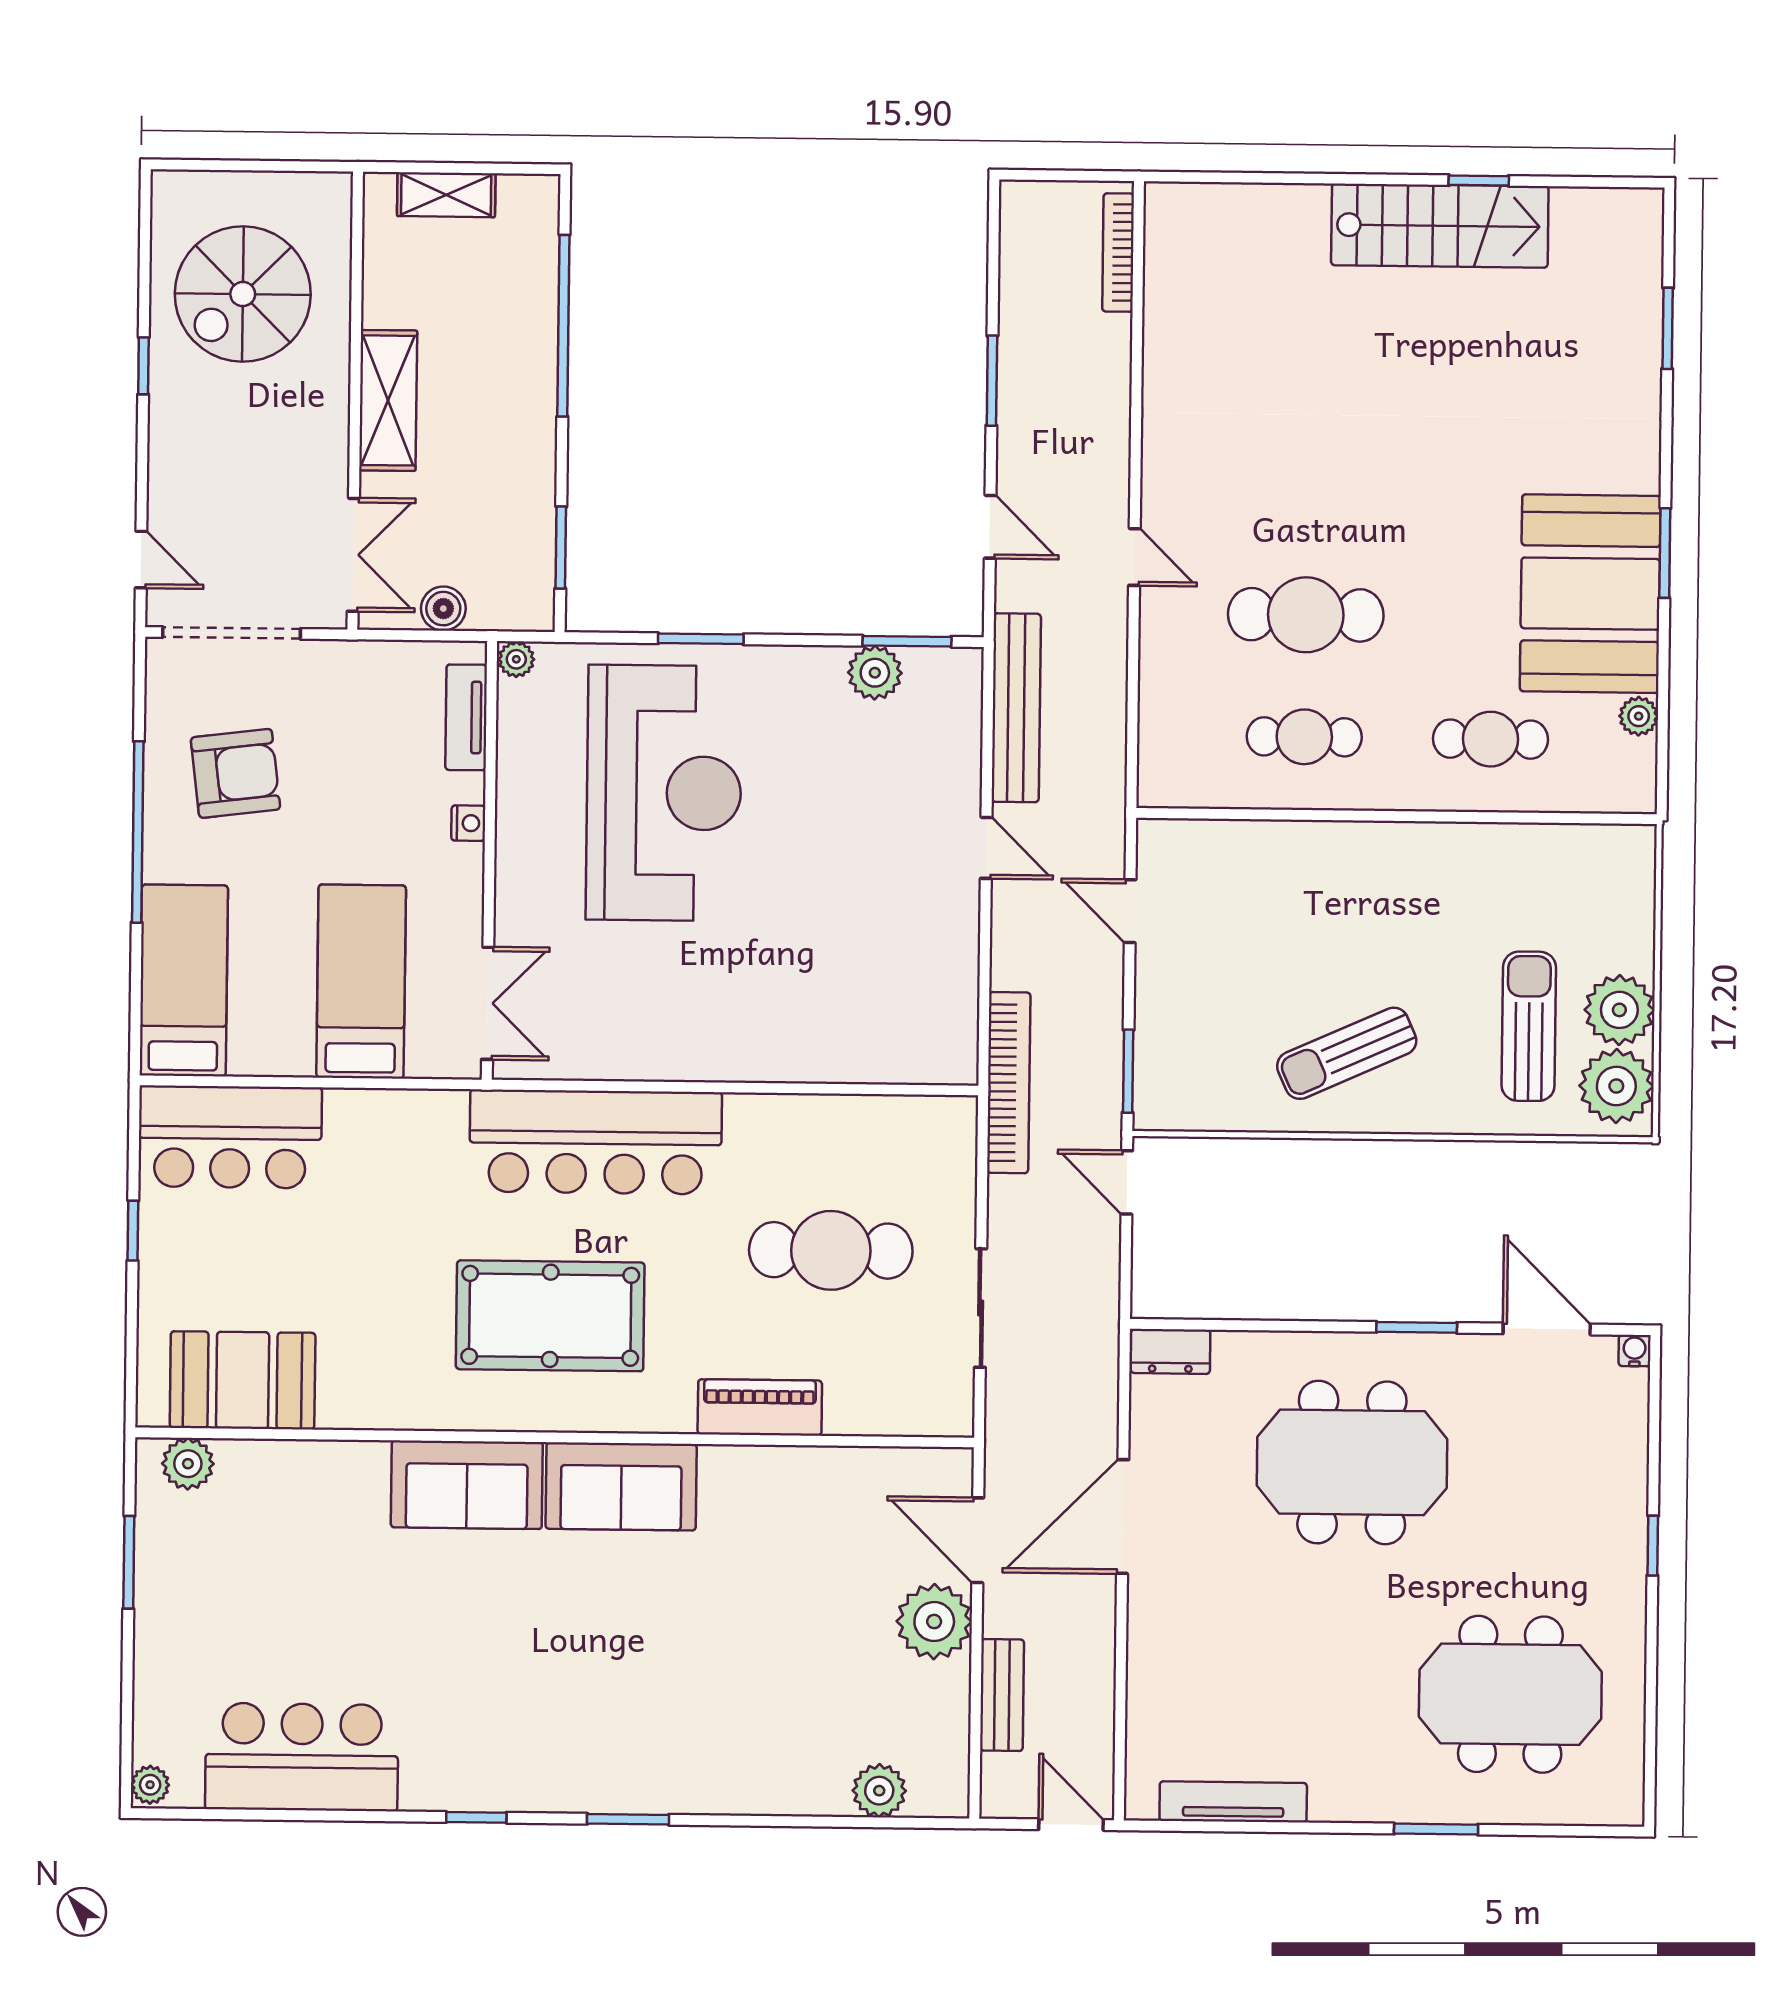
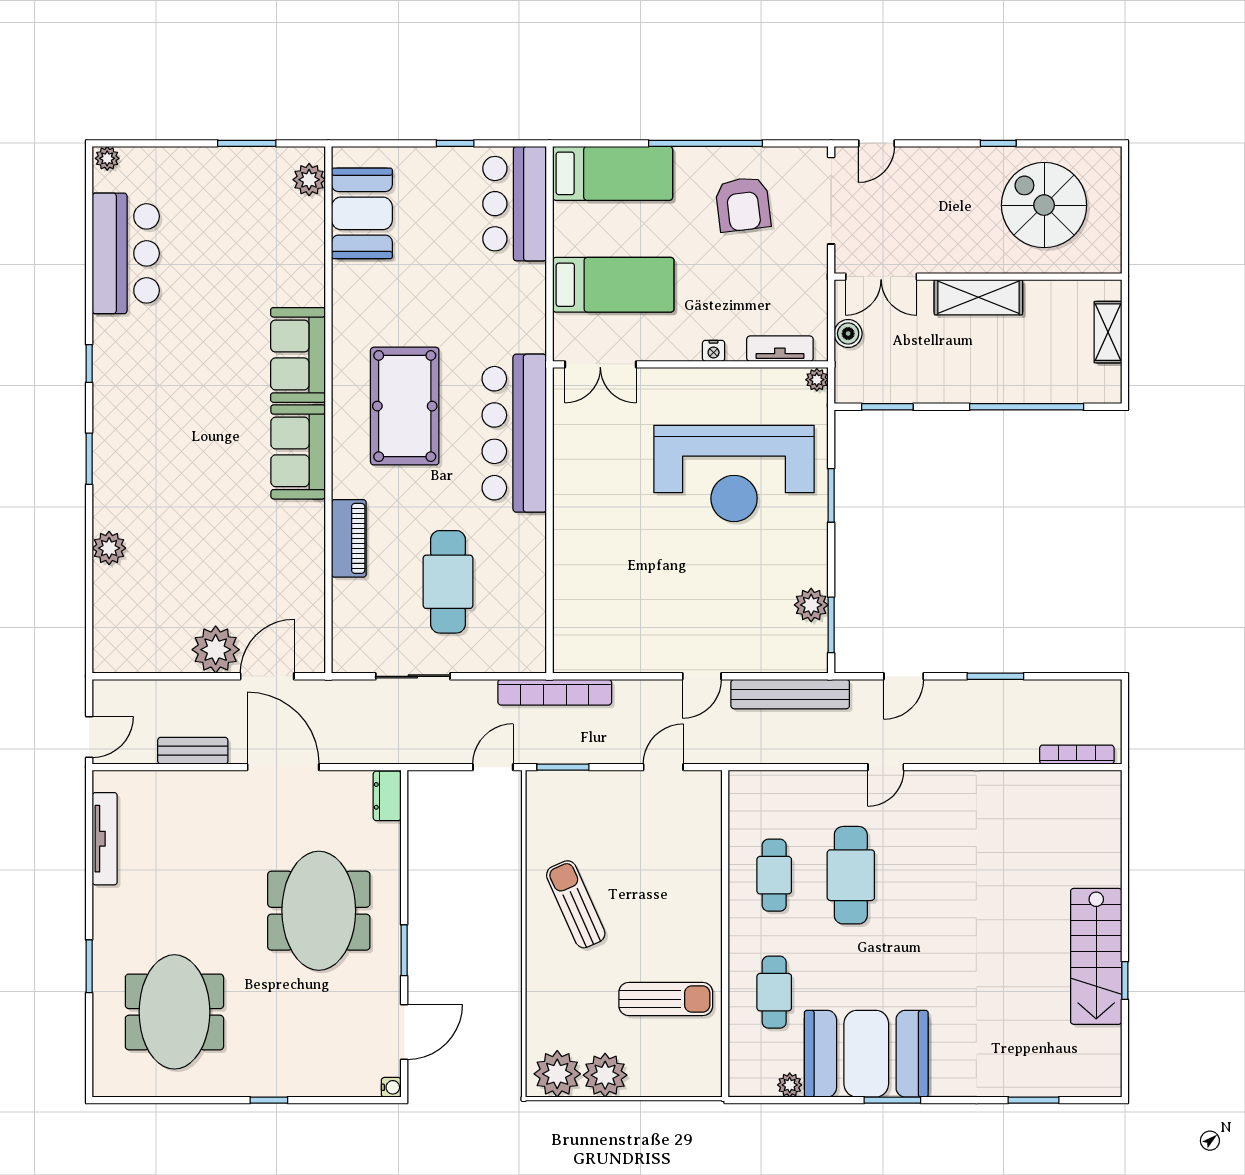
sun lounger: (1529, 1026) -> (666, 999), moved
bench: (1002, 1695) -> (193, 751), moved
plant: (879, 1791) -> (109, 548), moved

